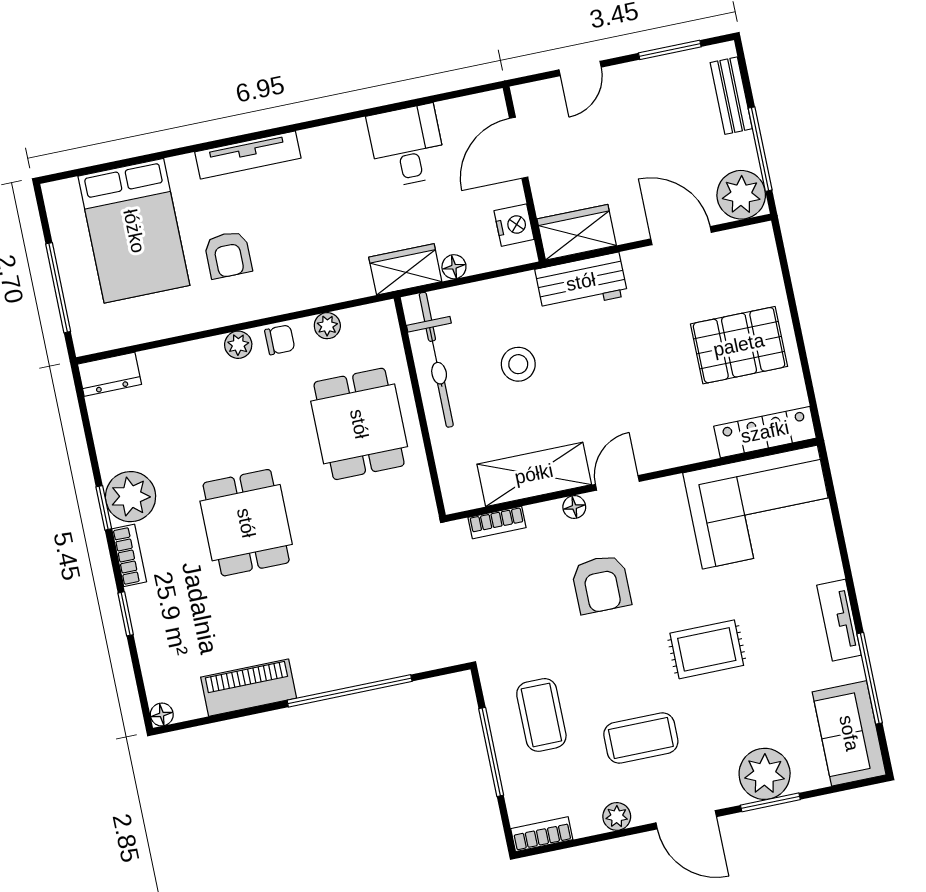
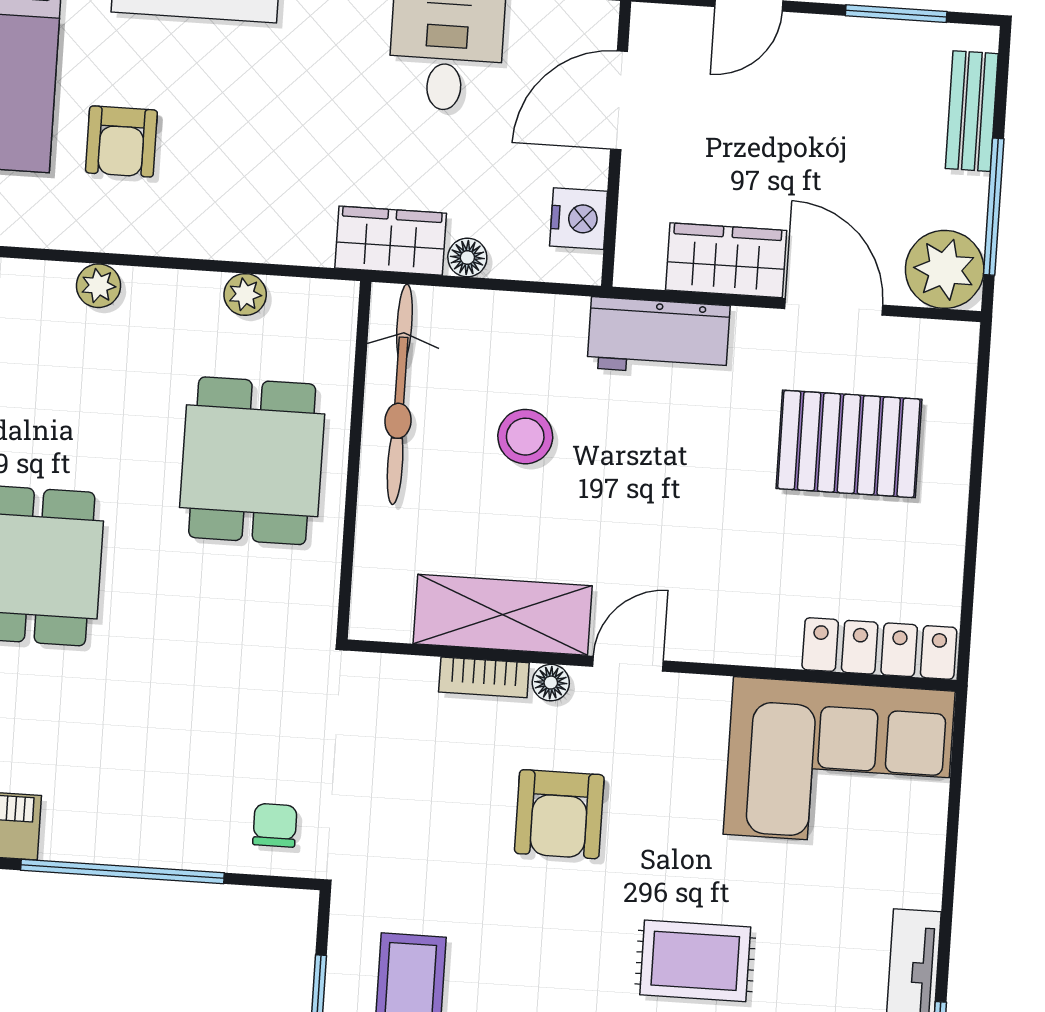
wardrobe: (577, 232) -> (726, 260), moved
chair: (280, 340) -> (275, 825), moved, turned -90
pallet: (739, 345) -> (849, 444), moved
bookcase: (497, 523) -> (484, 677), moved

